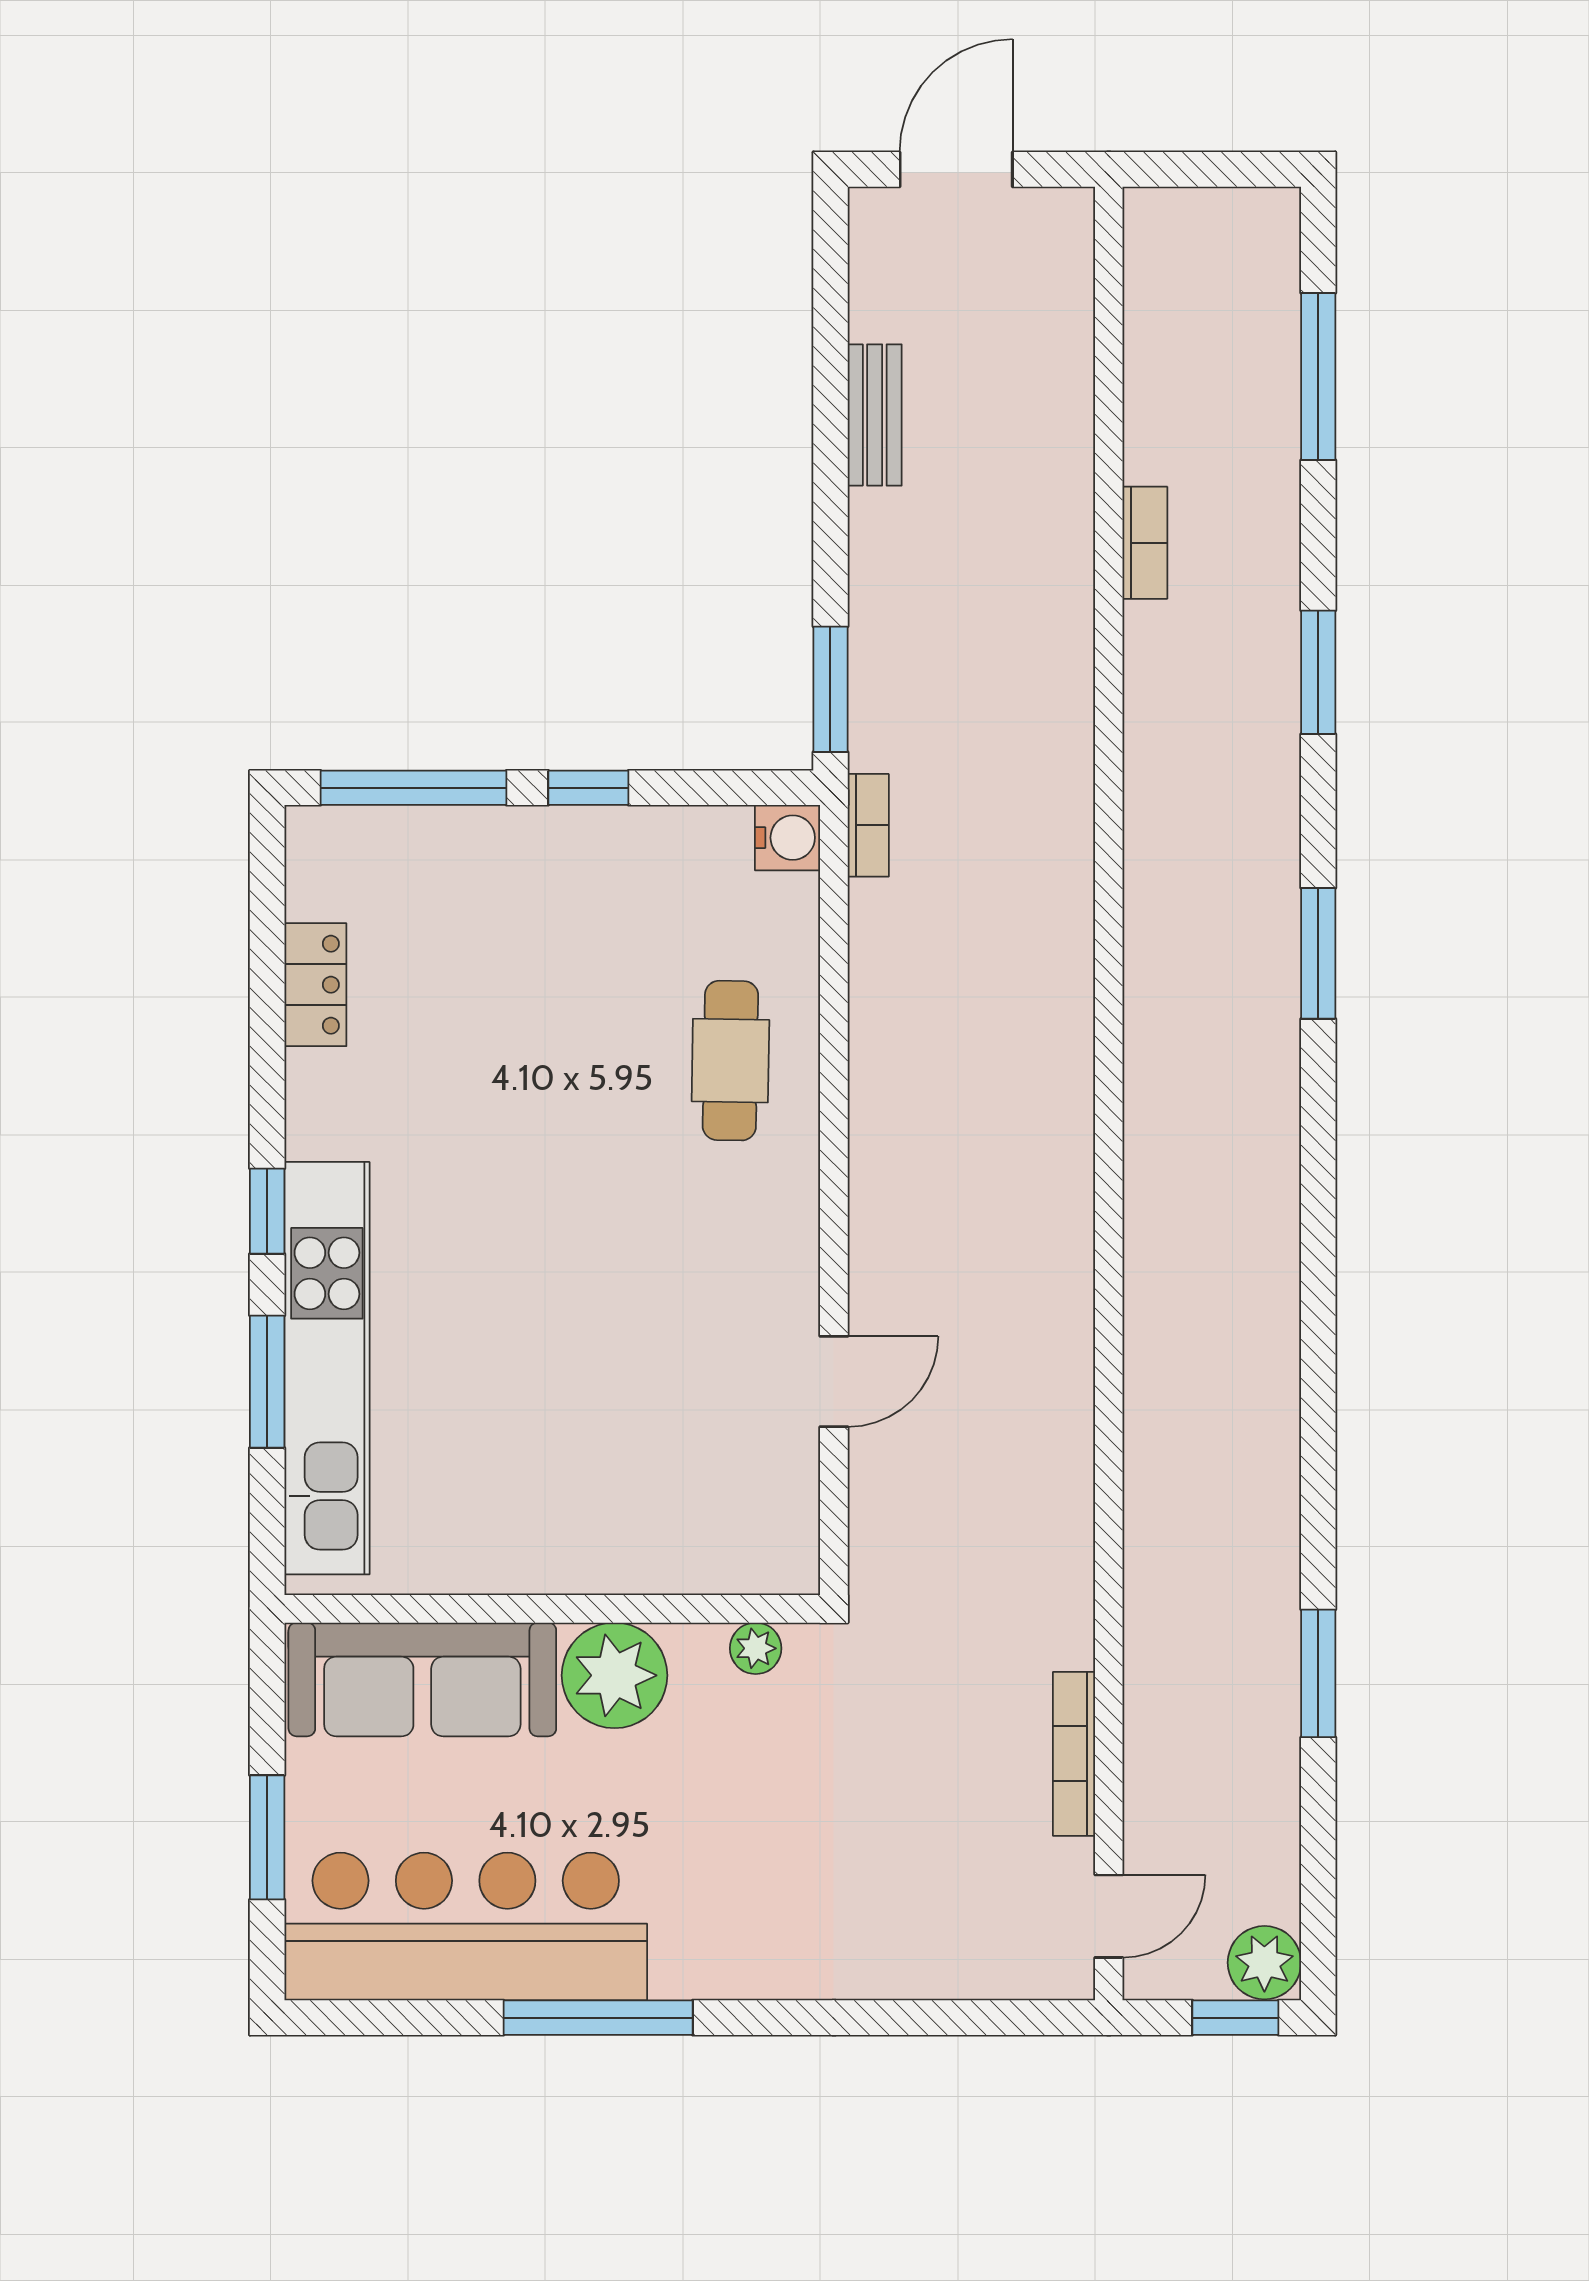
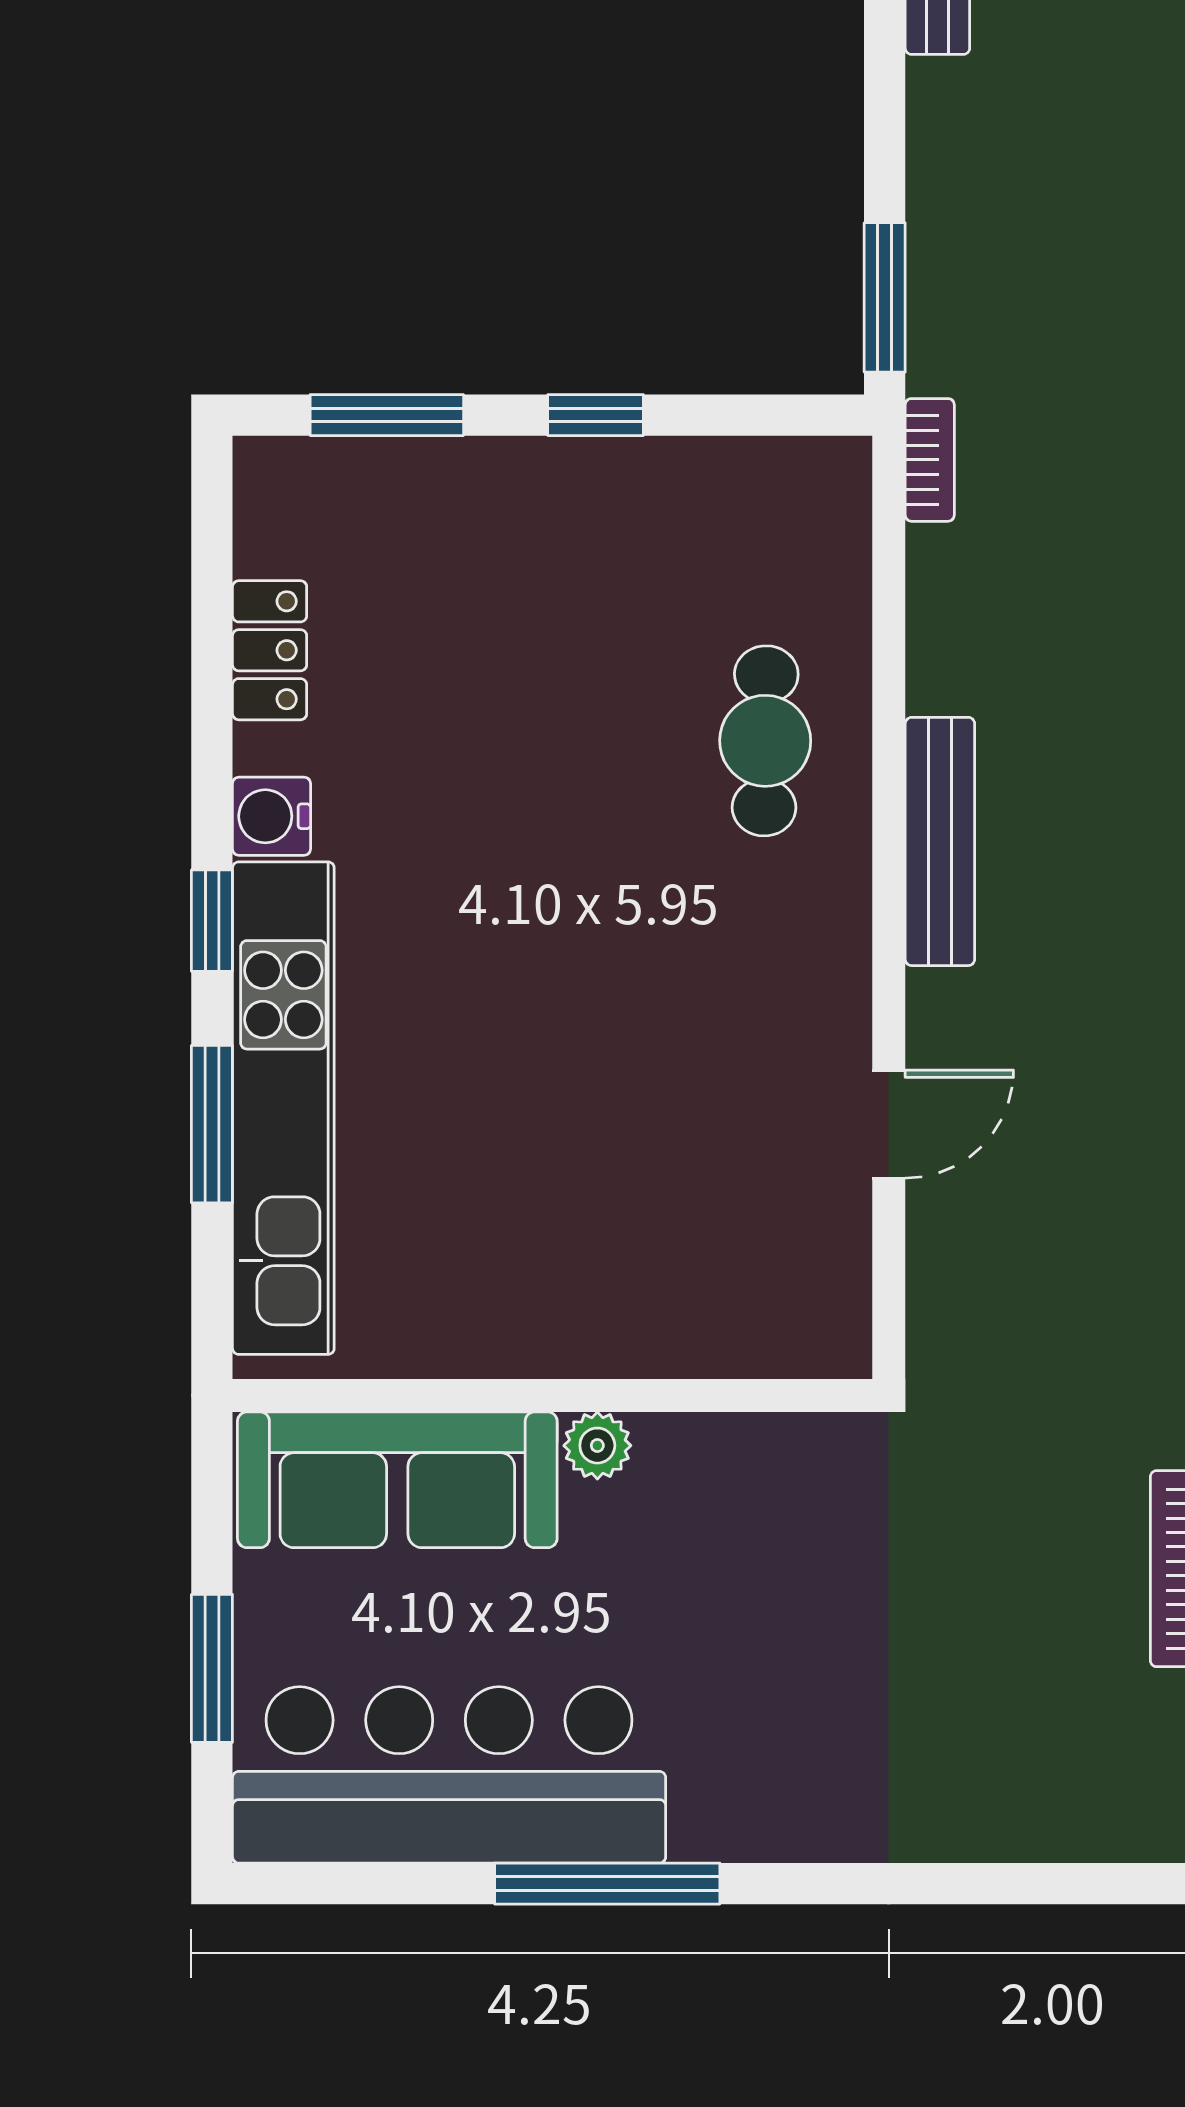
window: (414, 788) -> (387, 415), width x0.69
water cooler: (787, 838) -> (272, 816), moved, turned 180
bench: (877, 1145) -> (940, 841), added
plant: (756, 1648) -> (795, 1443), removed
plant: (615, 1675) -> (597, 1446), width x0.53, depth x0.53

